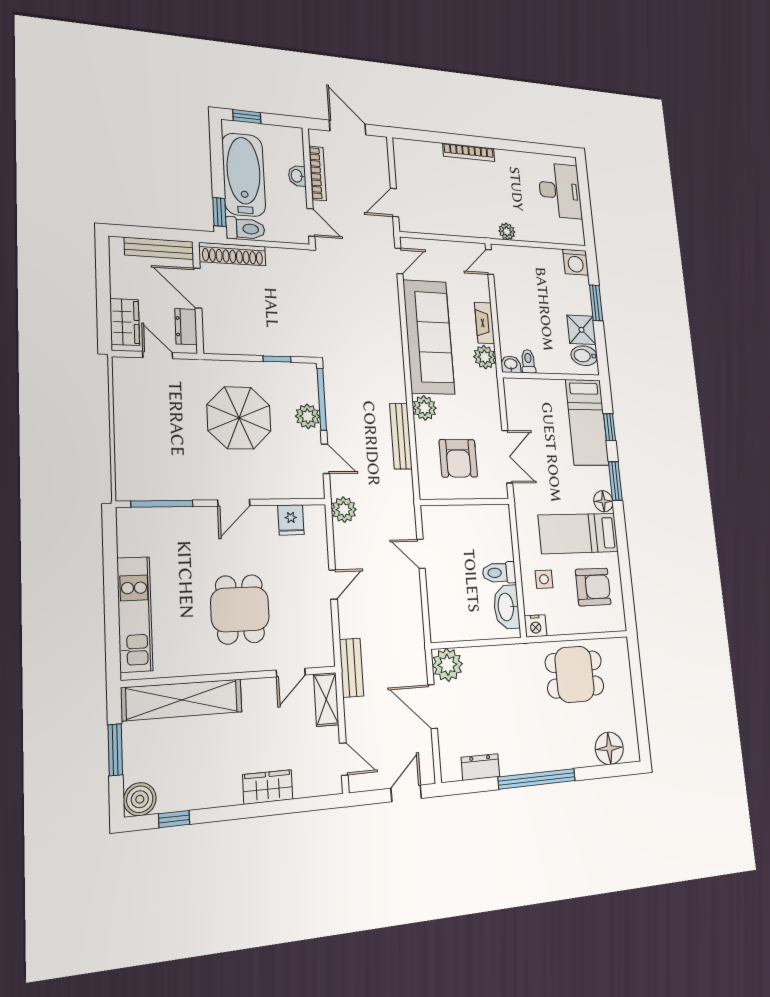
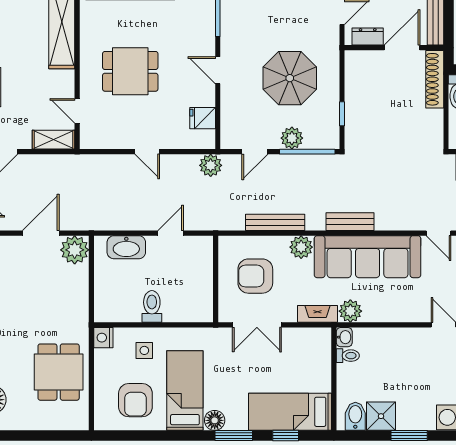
fireplace: (485, 323) -> (317, 314), moved
washbasin: (507, 607) -> (126, 247), moved, turned 180
bench: (351, 668) -> (350, 222), moved

